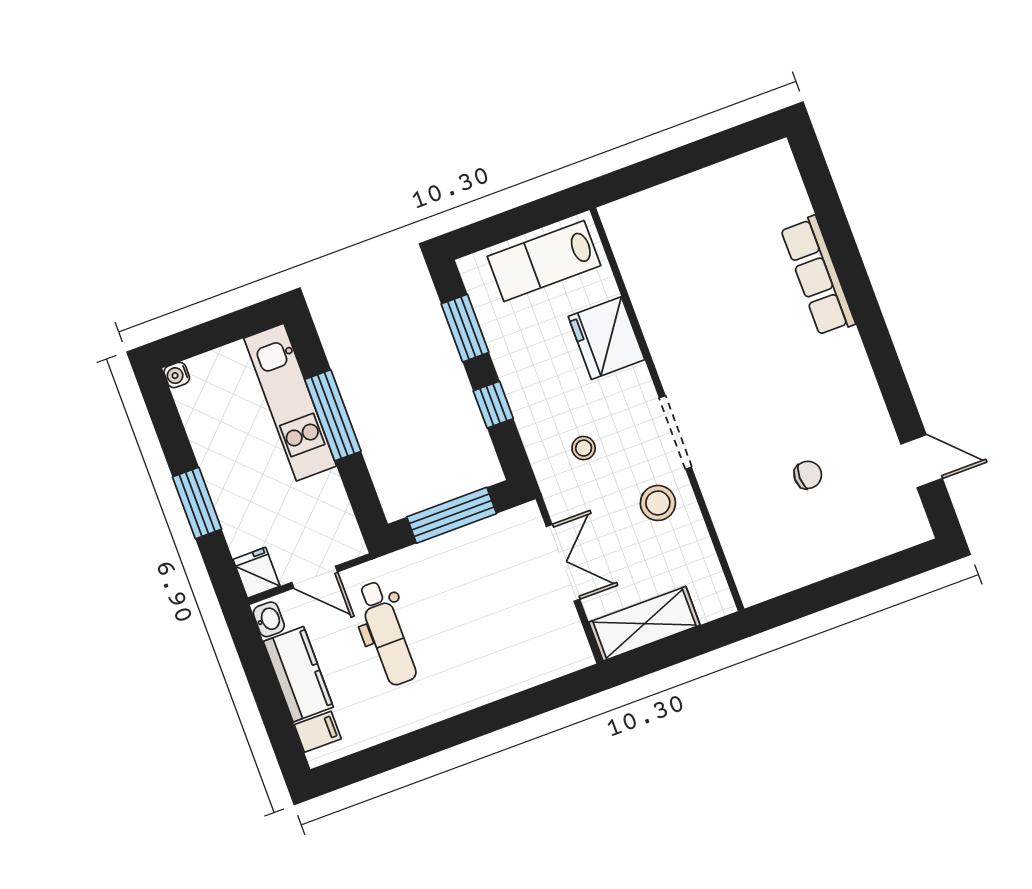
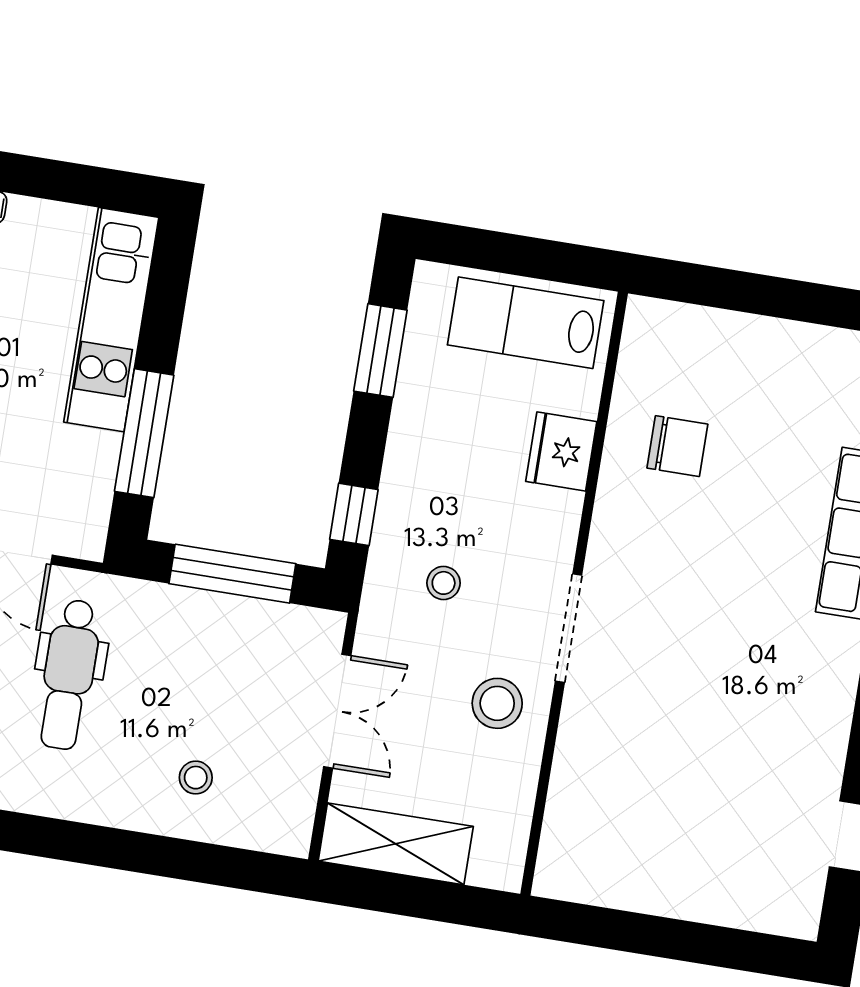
fridge: (606, 338) -> (561, 451), width x0.73, depth x0.75
window: (493, 405) -> (354, 514), moved
window: (333, 415) -> (144, 433), moved
chair: (808, 475) -> (677, 446), moved, width x1.37, depth x1.37
stool: (500, 652) -> (196, 778), added

